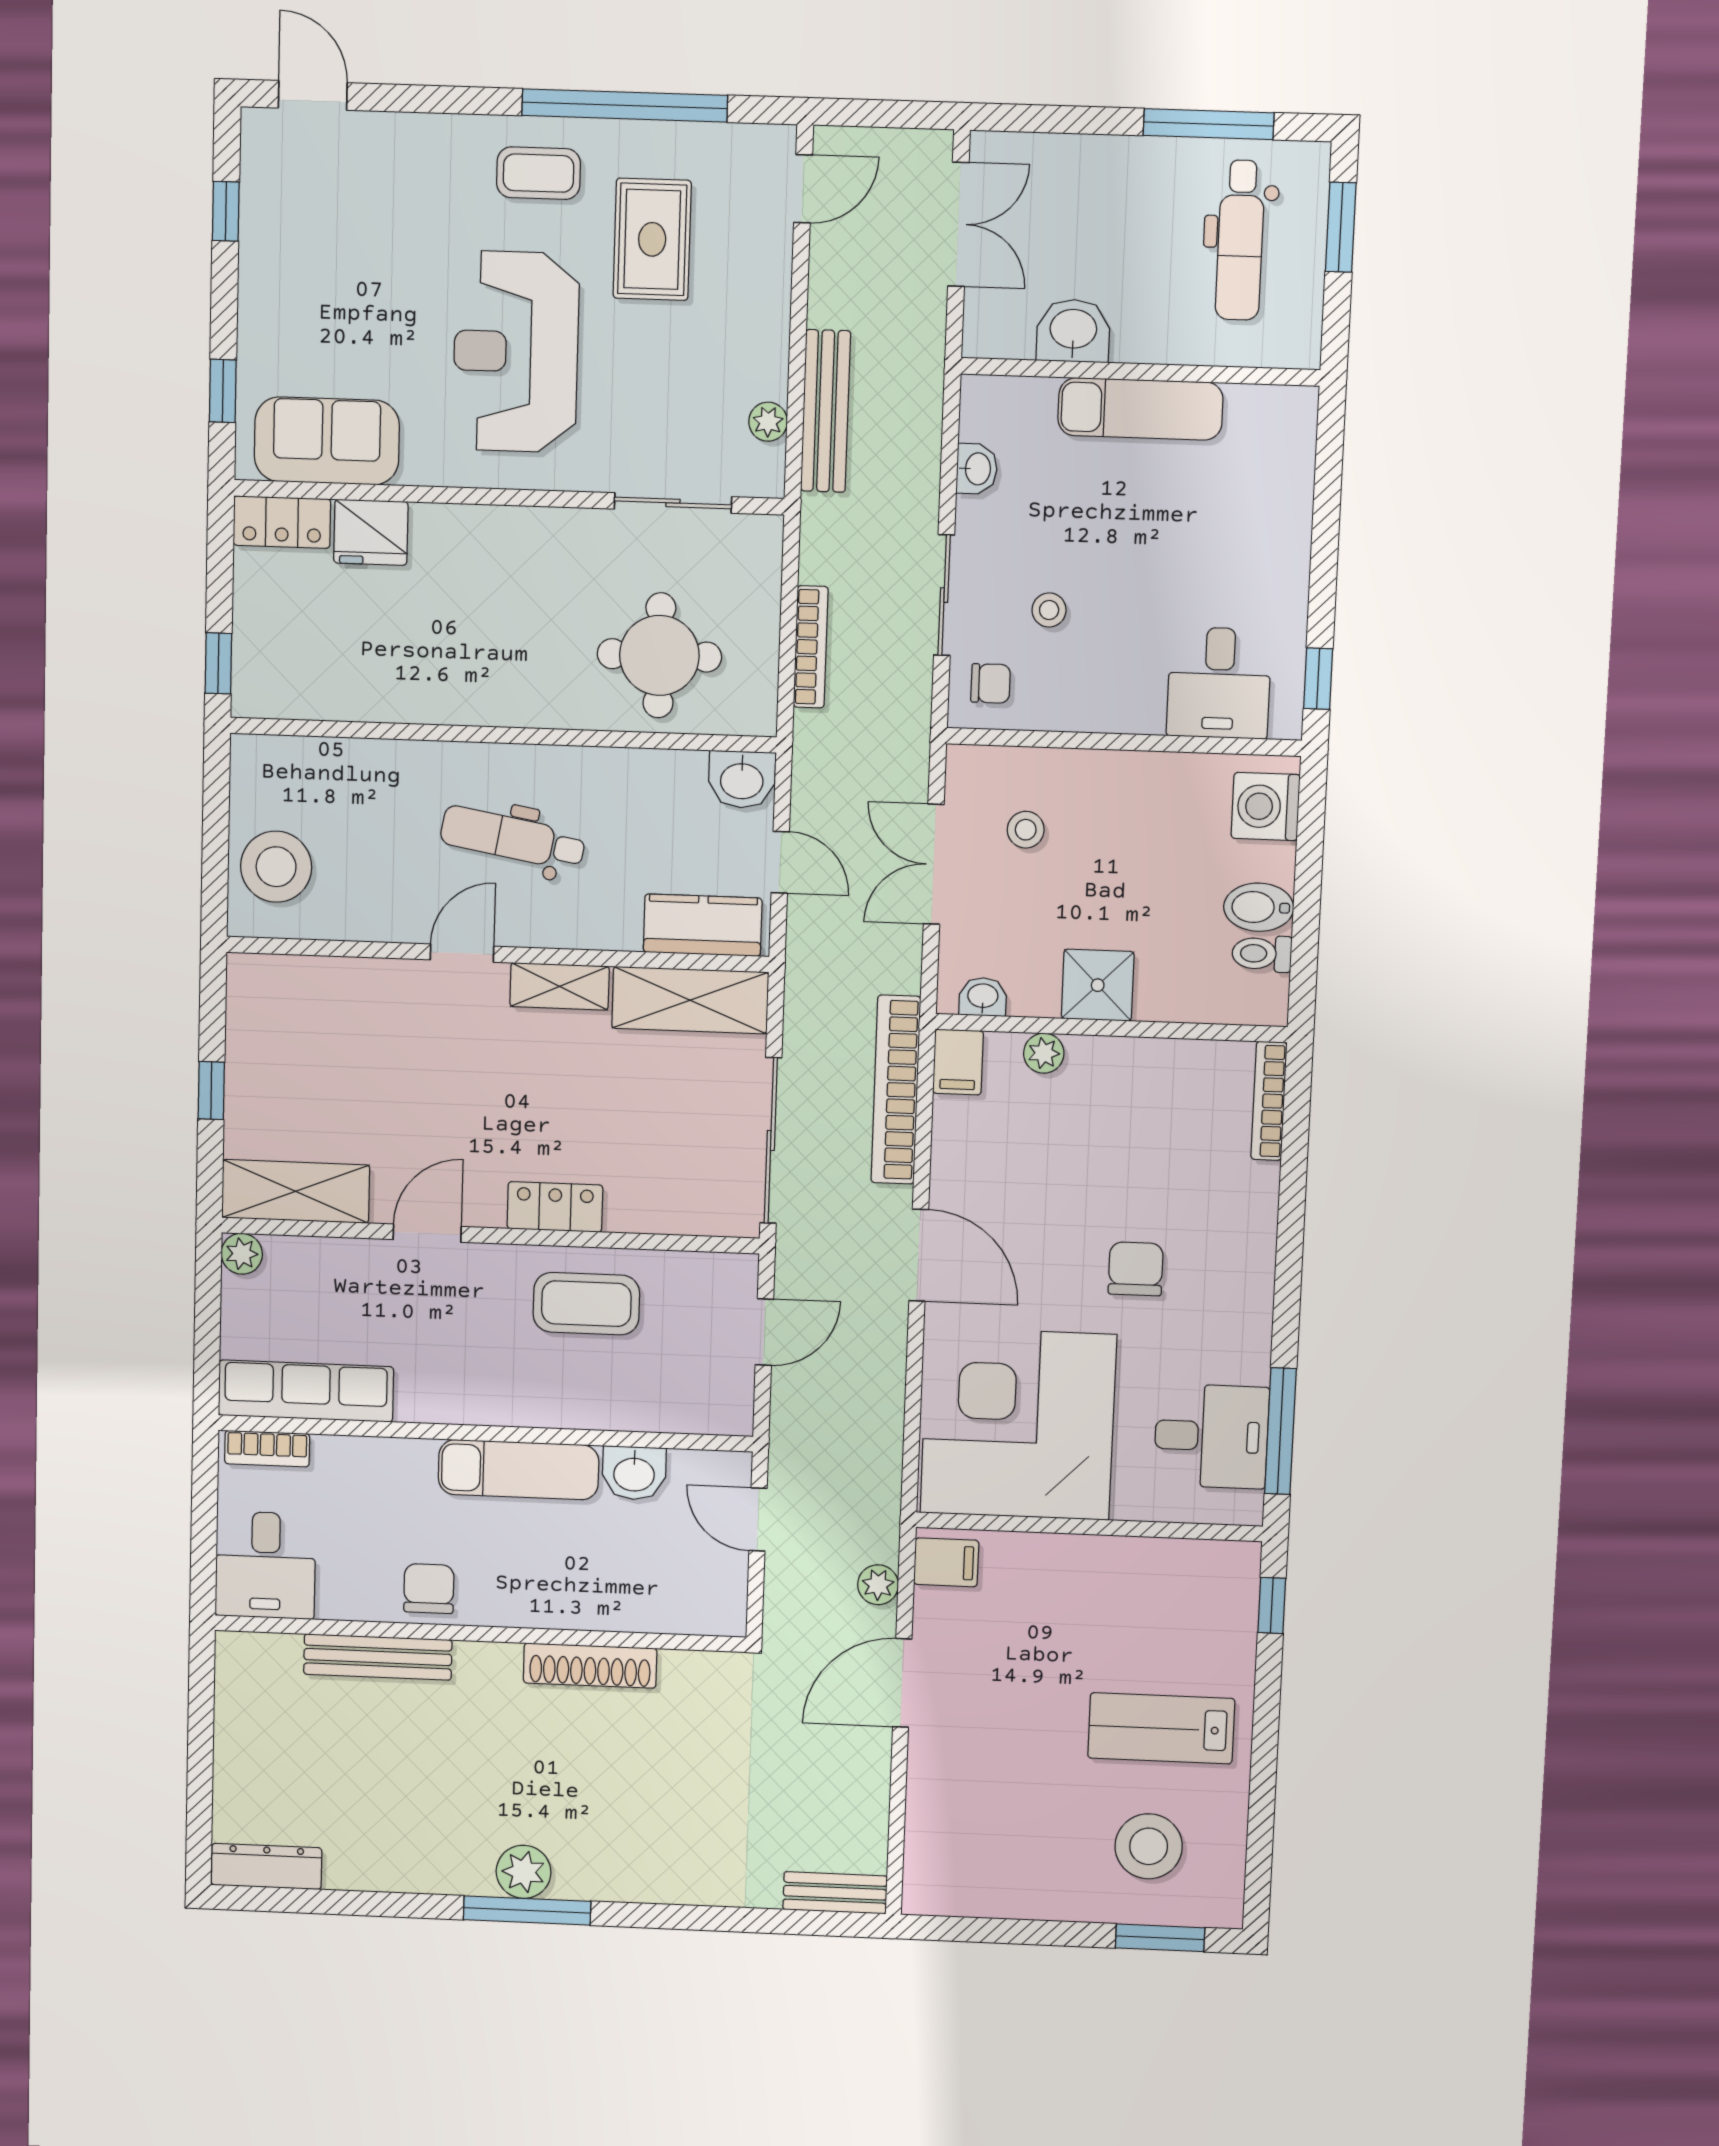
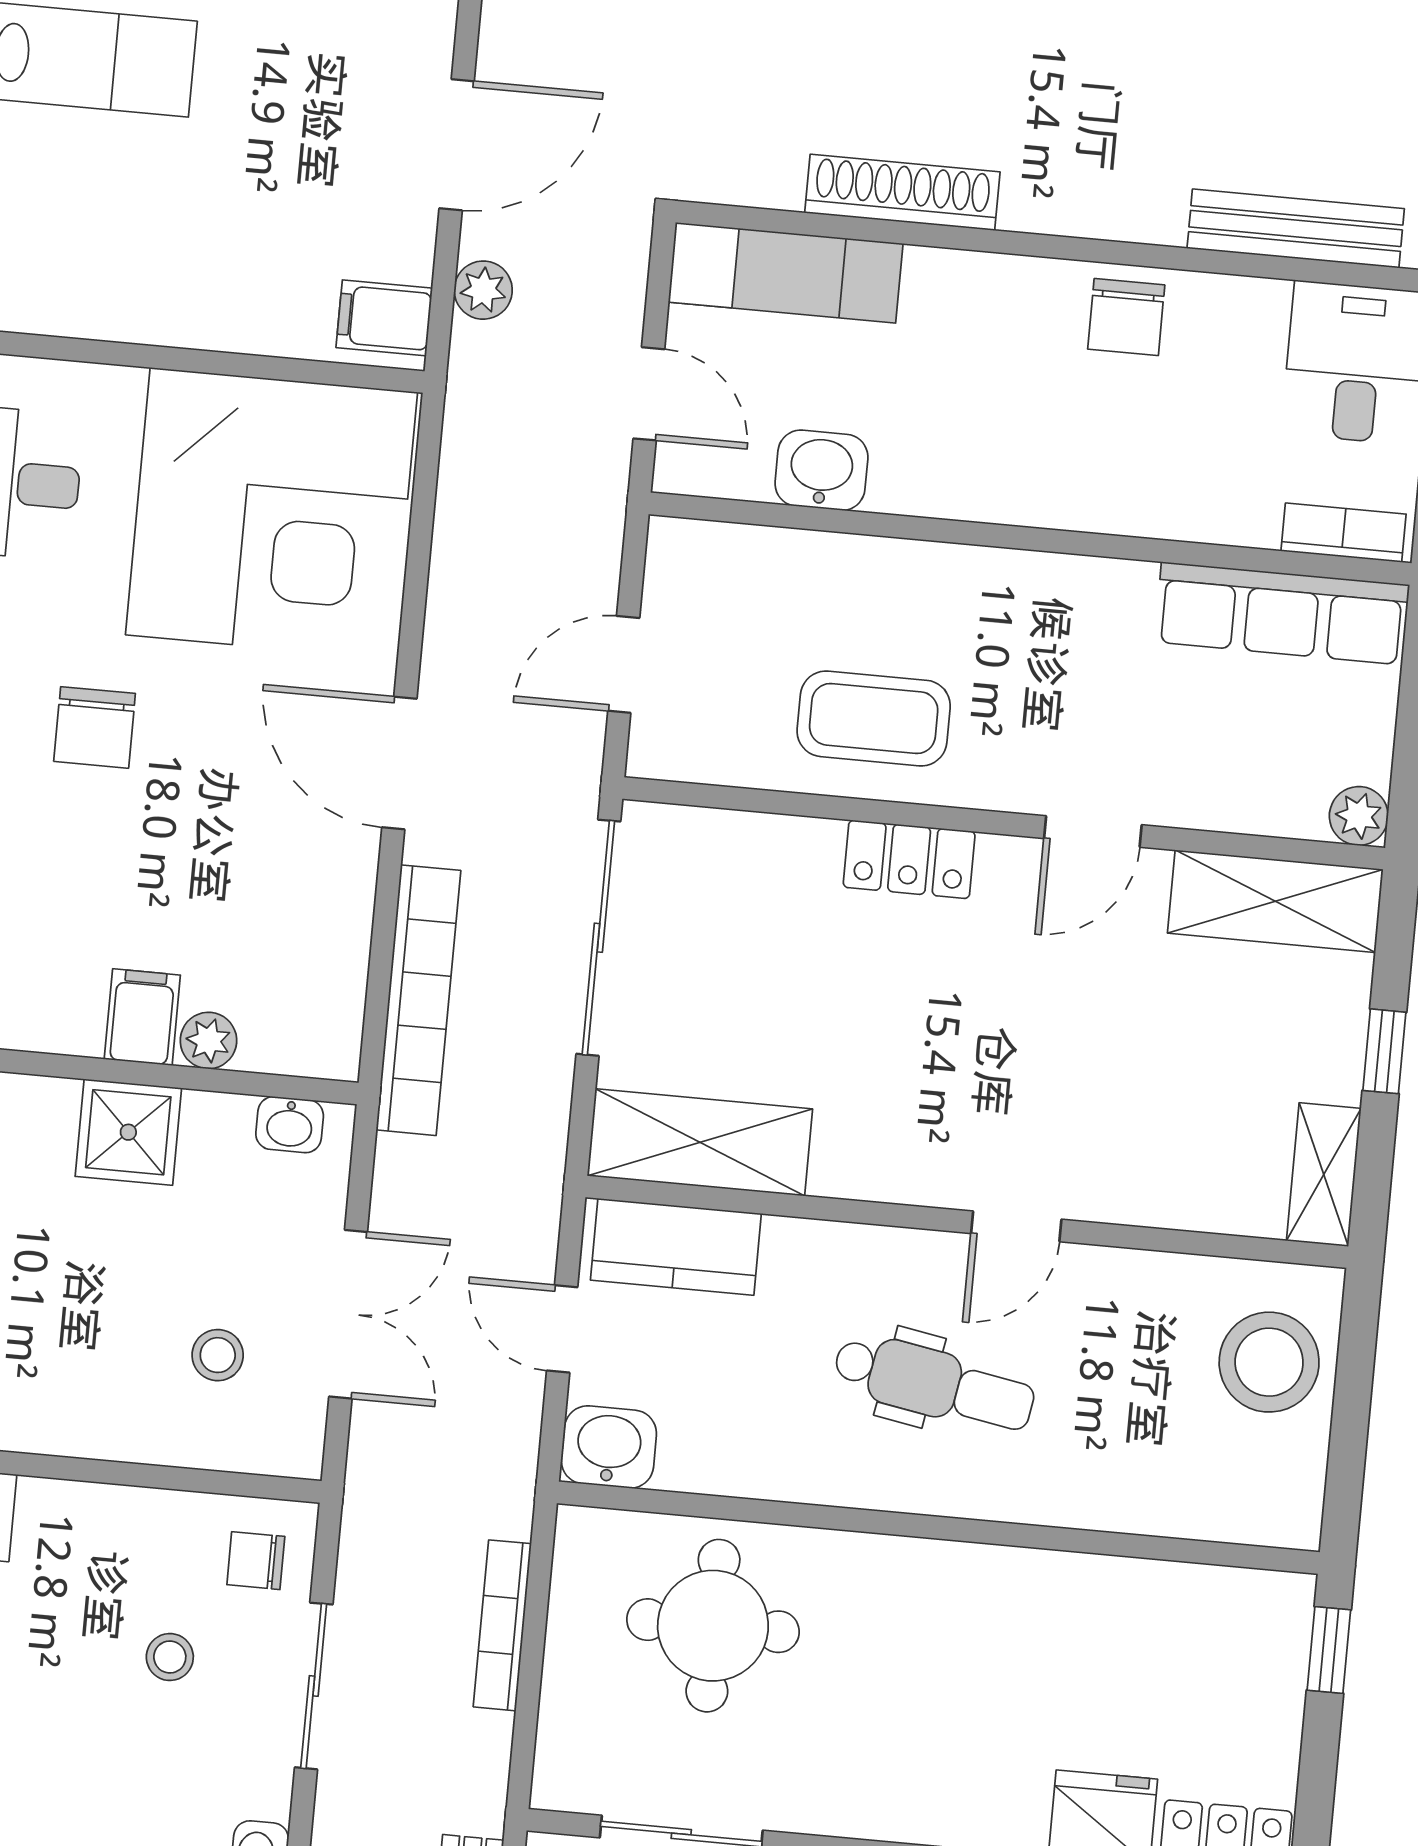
shelving: (560, 986) -> (1324, 1175), moved, turned 90
filing cabinet: (958, 1062) -> (142, 1017), moved
exam couch: (519, 1470) -> (786, 273), moved, turned 180
bench: (378, 1657) -> (1296, 228), moved

